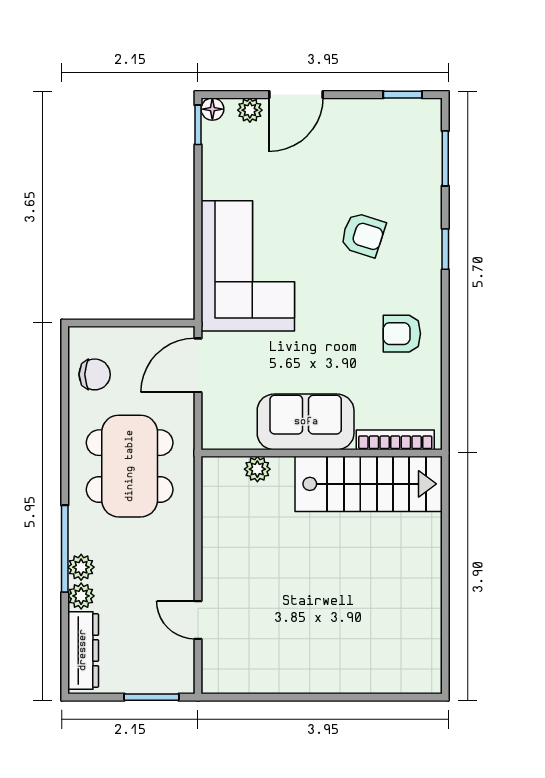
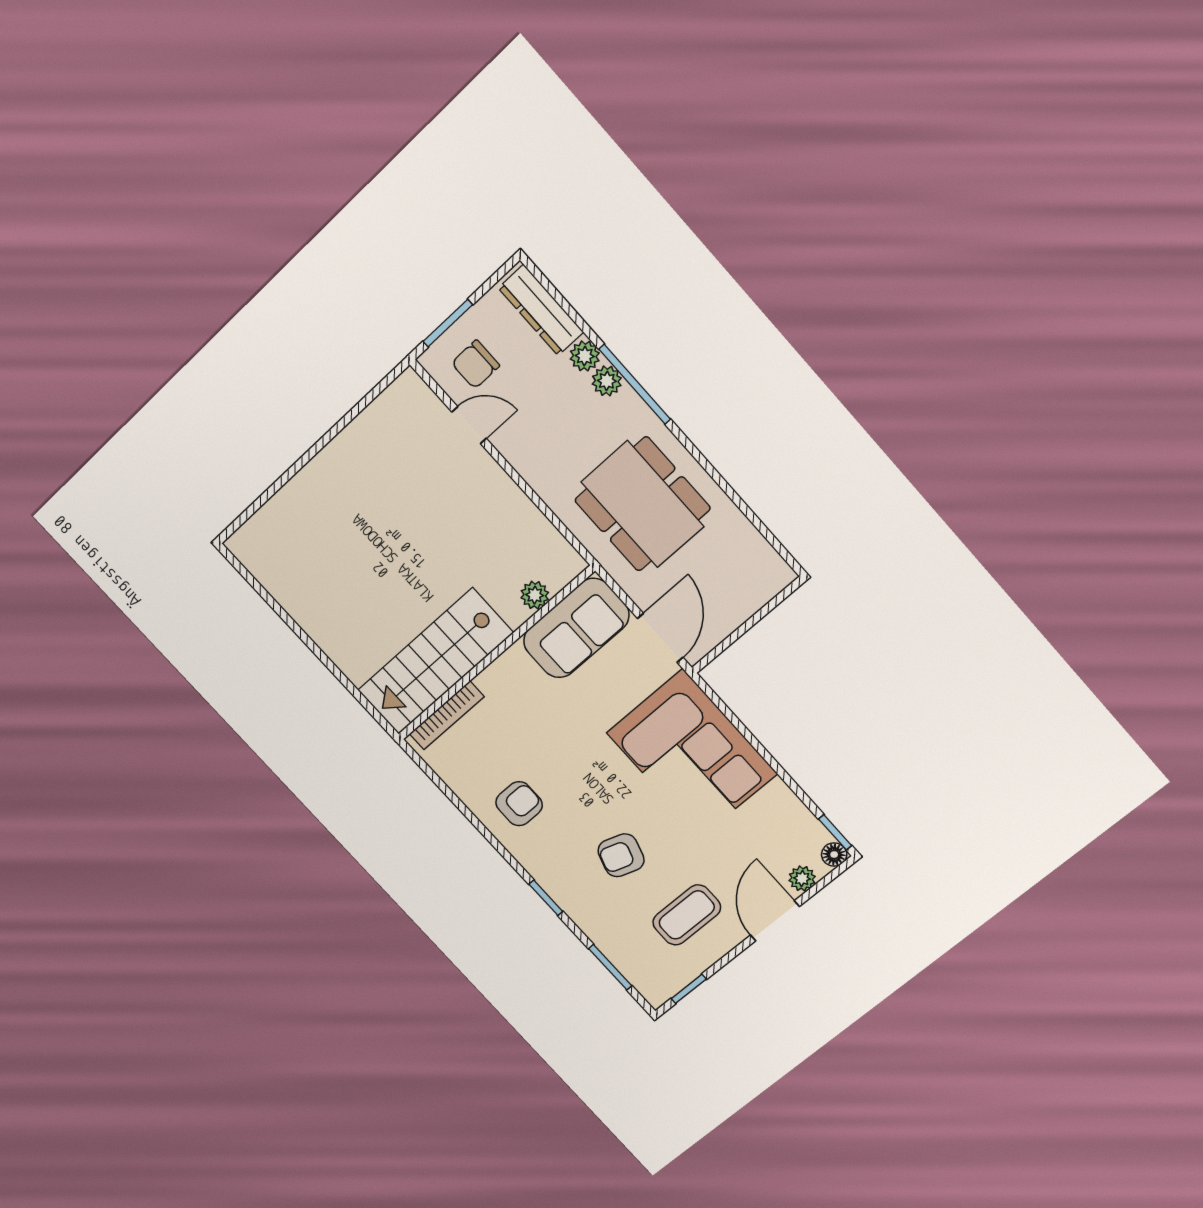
coffee table: (355, 151) -> (687, 915), added
chair: (95, 374) -> (476, 364), moved
sofa: (306, 422) -> (576, 628), moved

